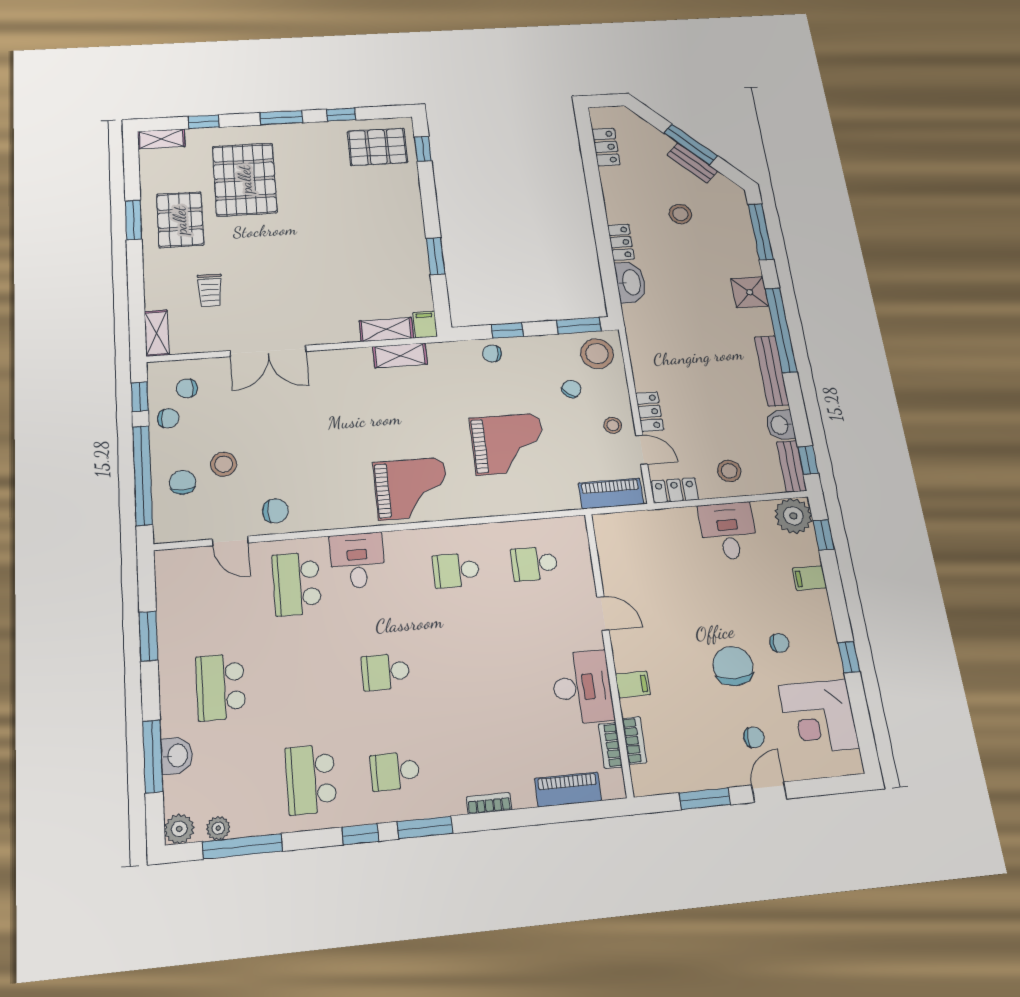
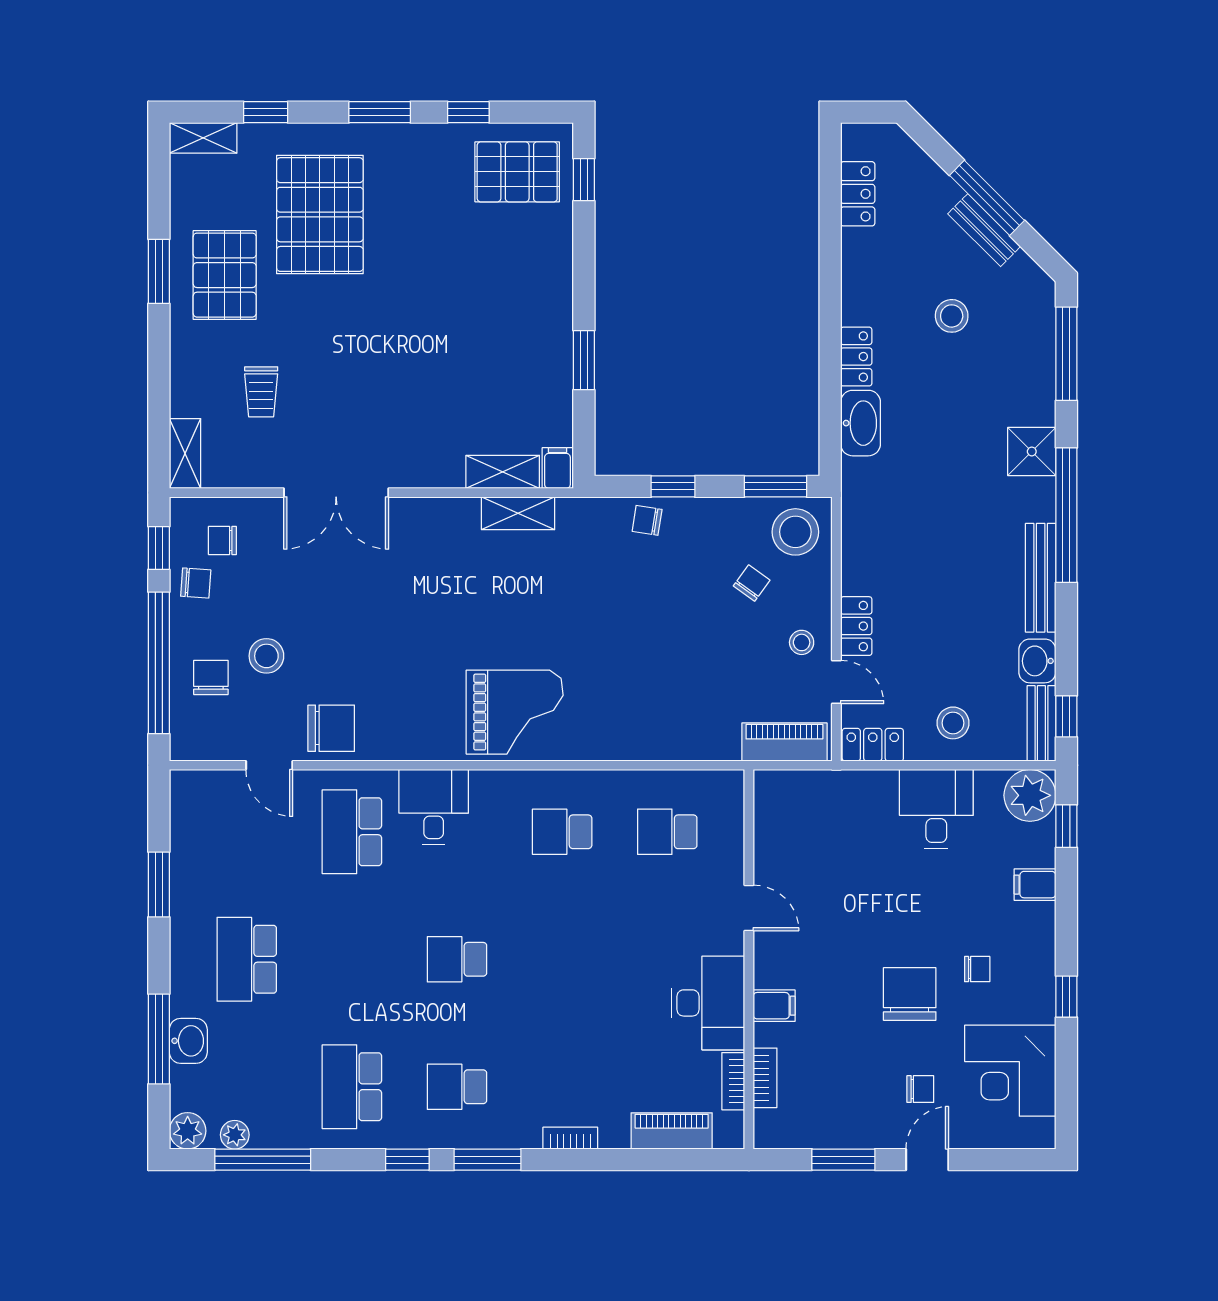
grand piano: (508, 444) -> (653, 658), removed
chair: (276, 511) -> (331, 728), width x1.37, depth x1.37

